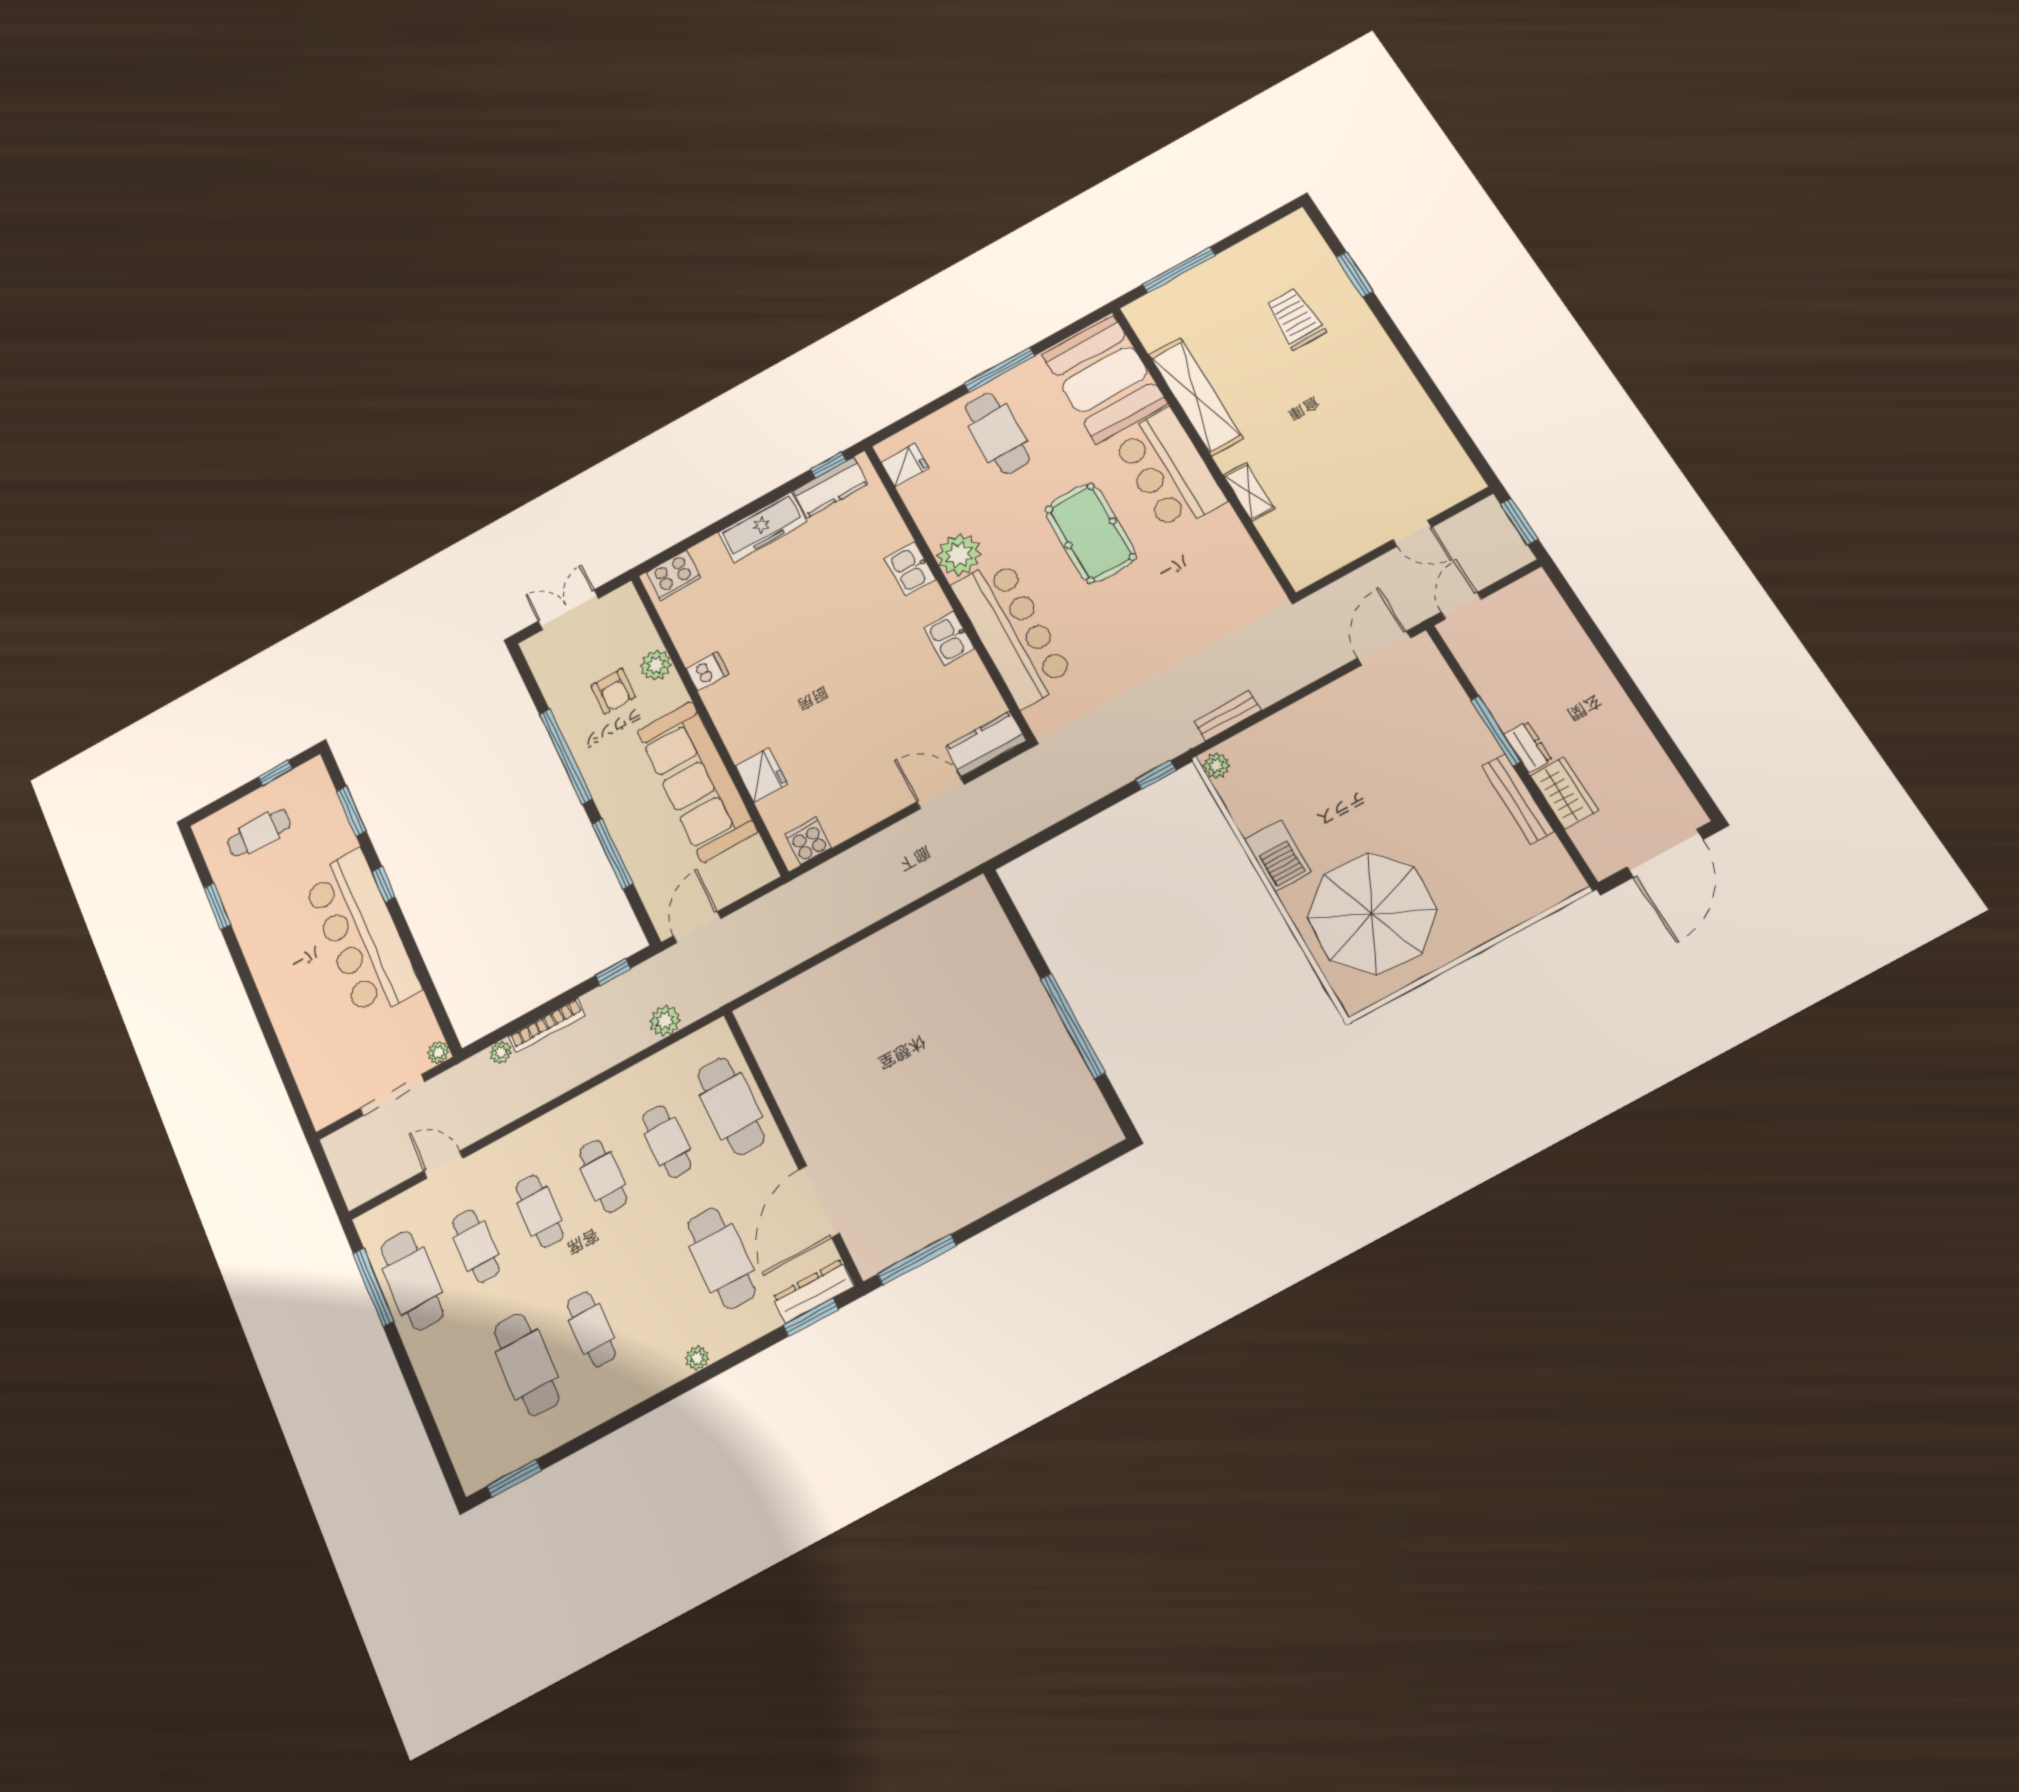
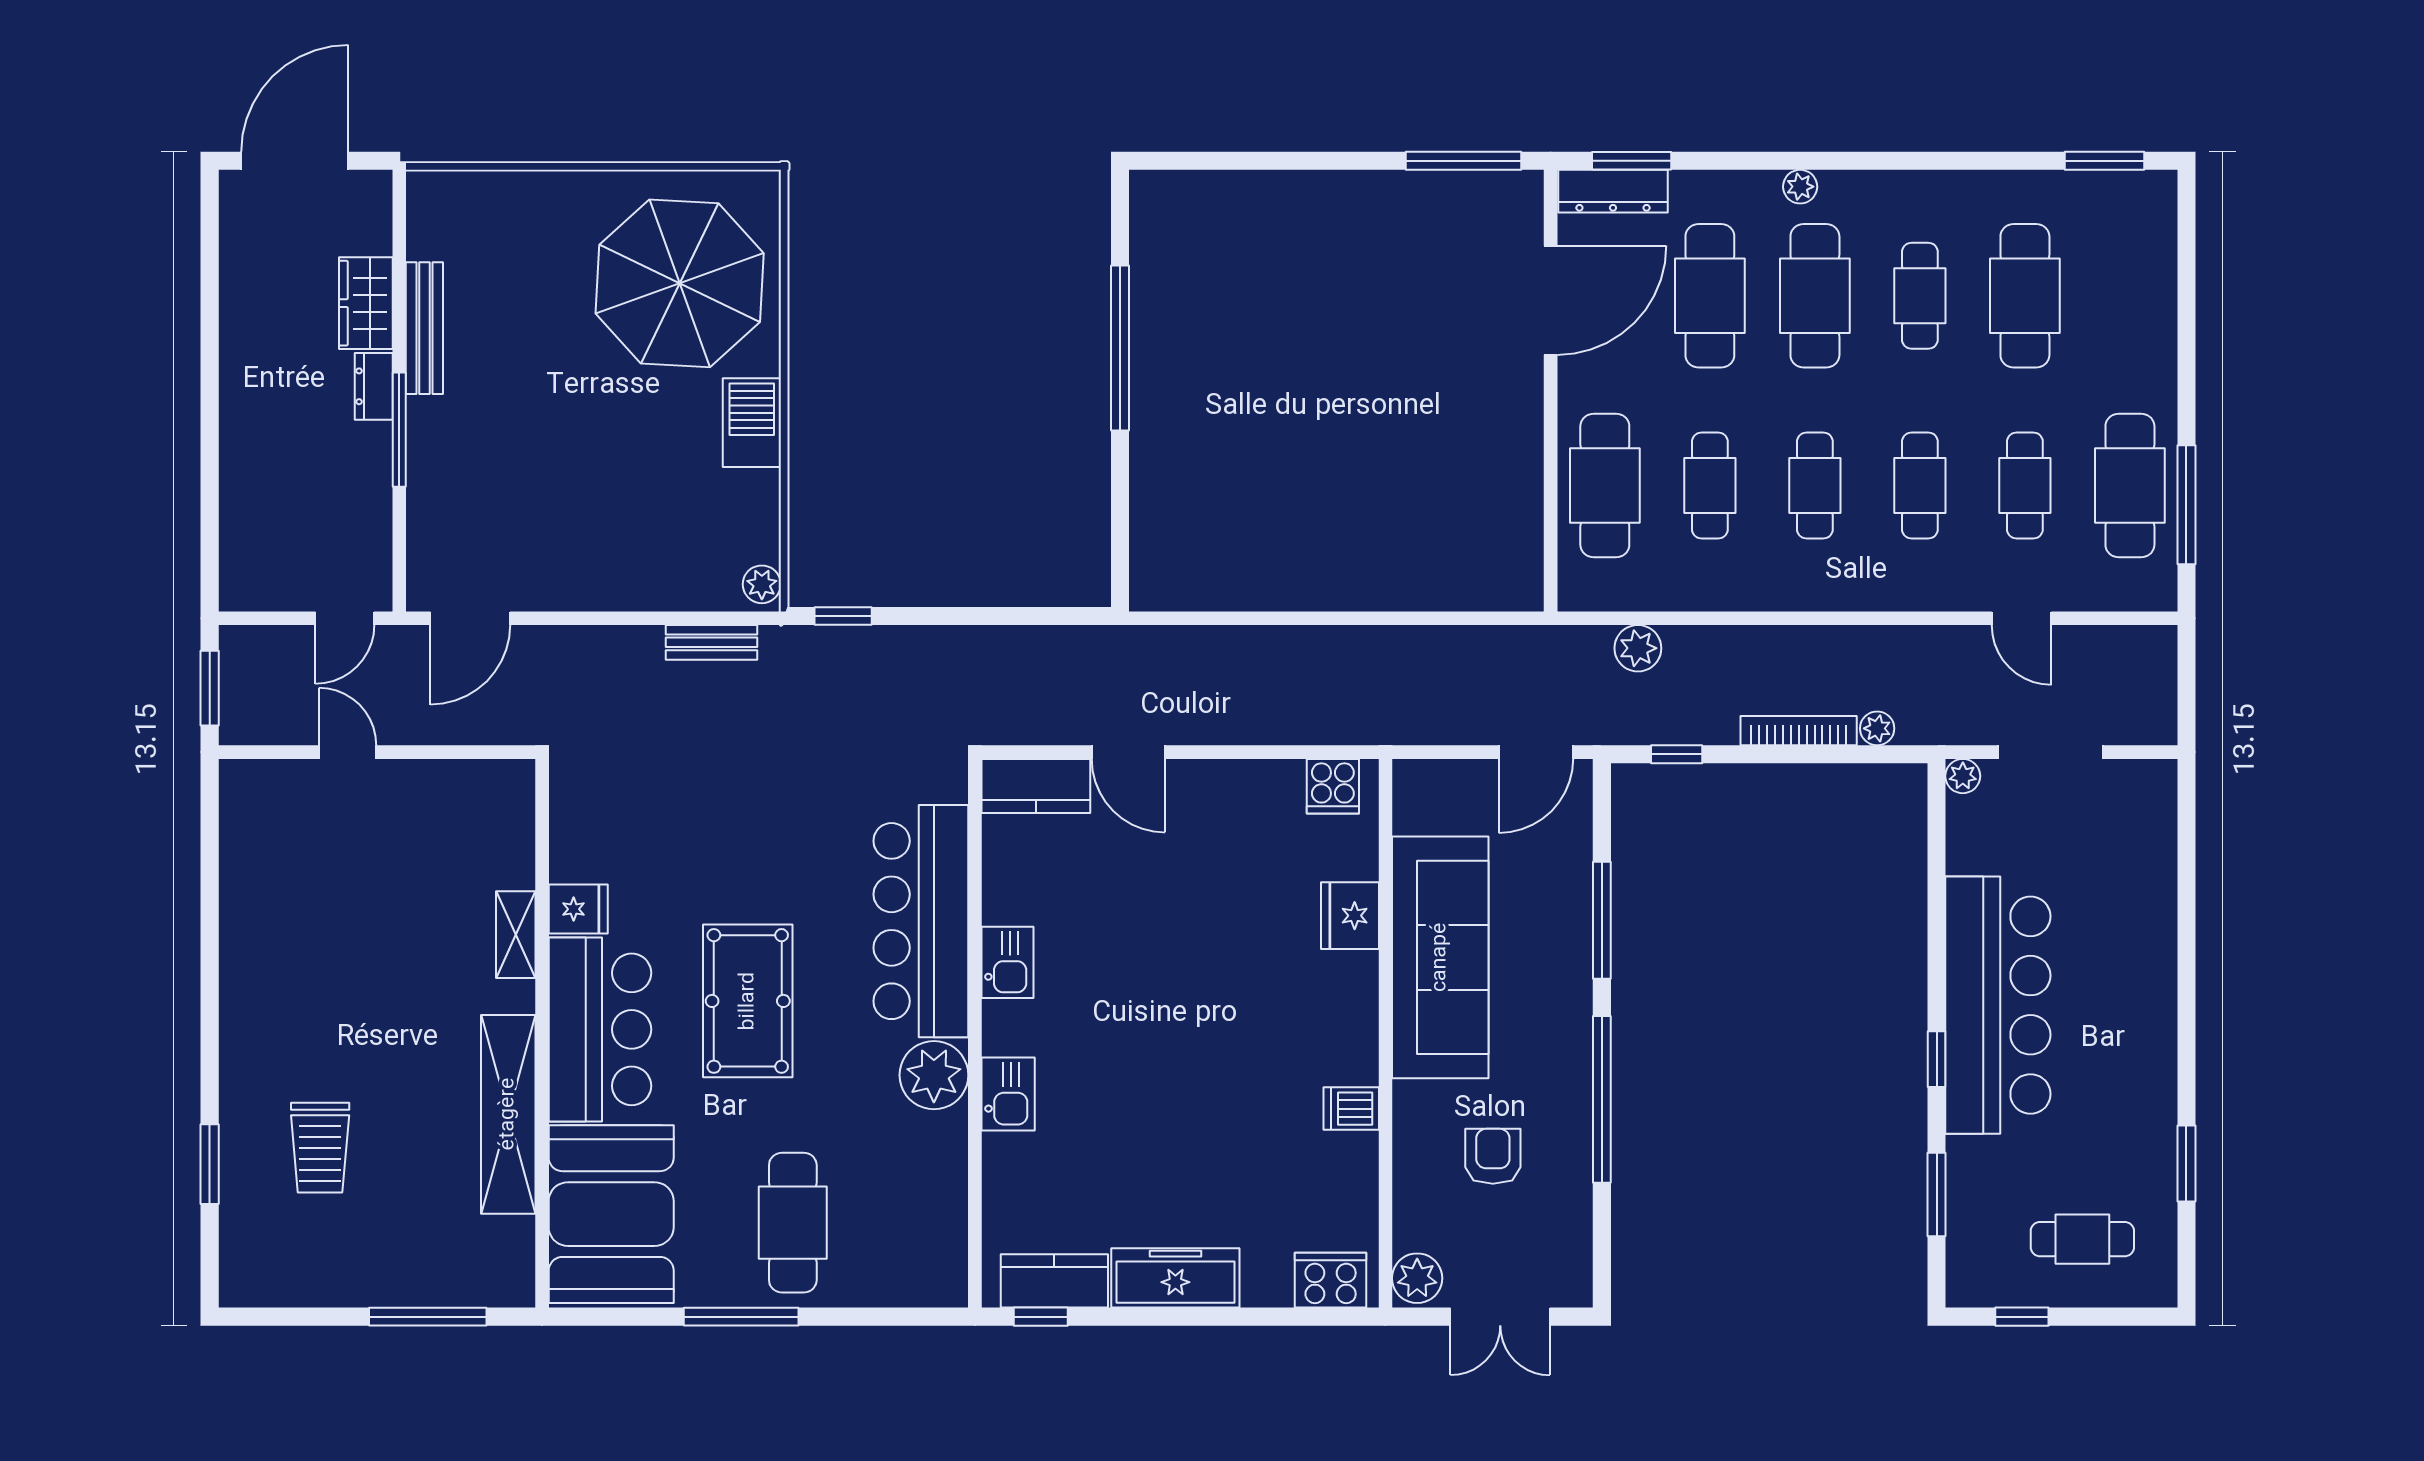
fridge: (905, 465) -> (578, 909), moved, turned 180
plant: (656, 665) -> (1417, 1278), moved
cafe table: (656, 1294) -> (1815, 296), added

